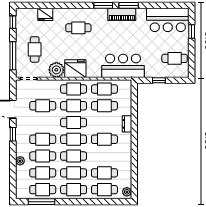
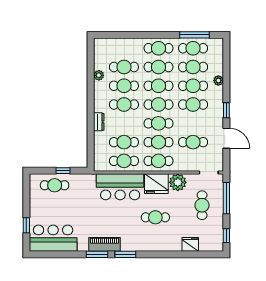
cafe table: (78, 28) -> (155, 217), moved
cafe table: (175, 58) -> (55, 185), moved
bar counter: (123, 66) -> (120, 187), moved
cafe table: (104, 190) -> (124, 86), moved
plant: (127, 192) -> (99, 75), moved

